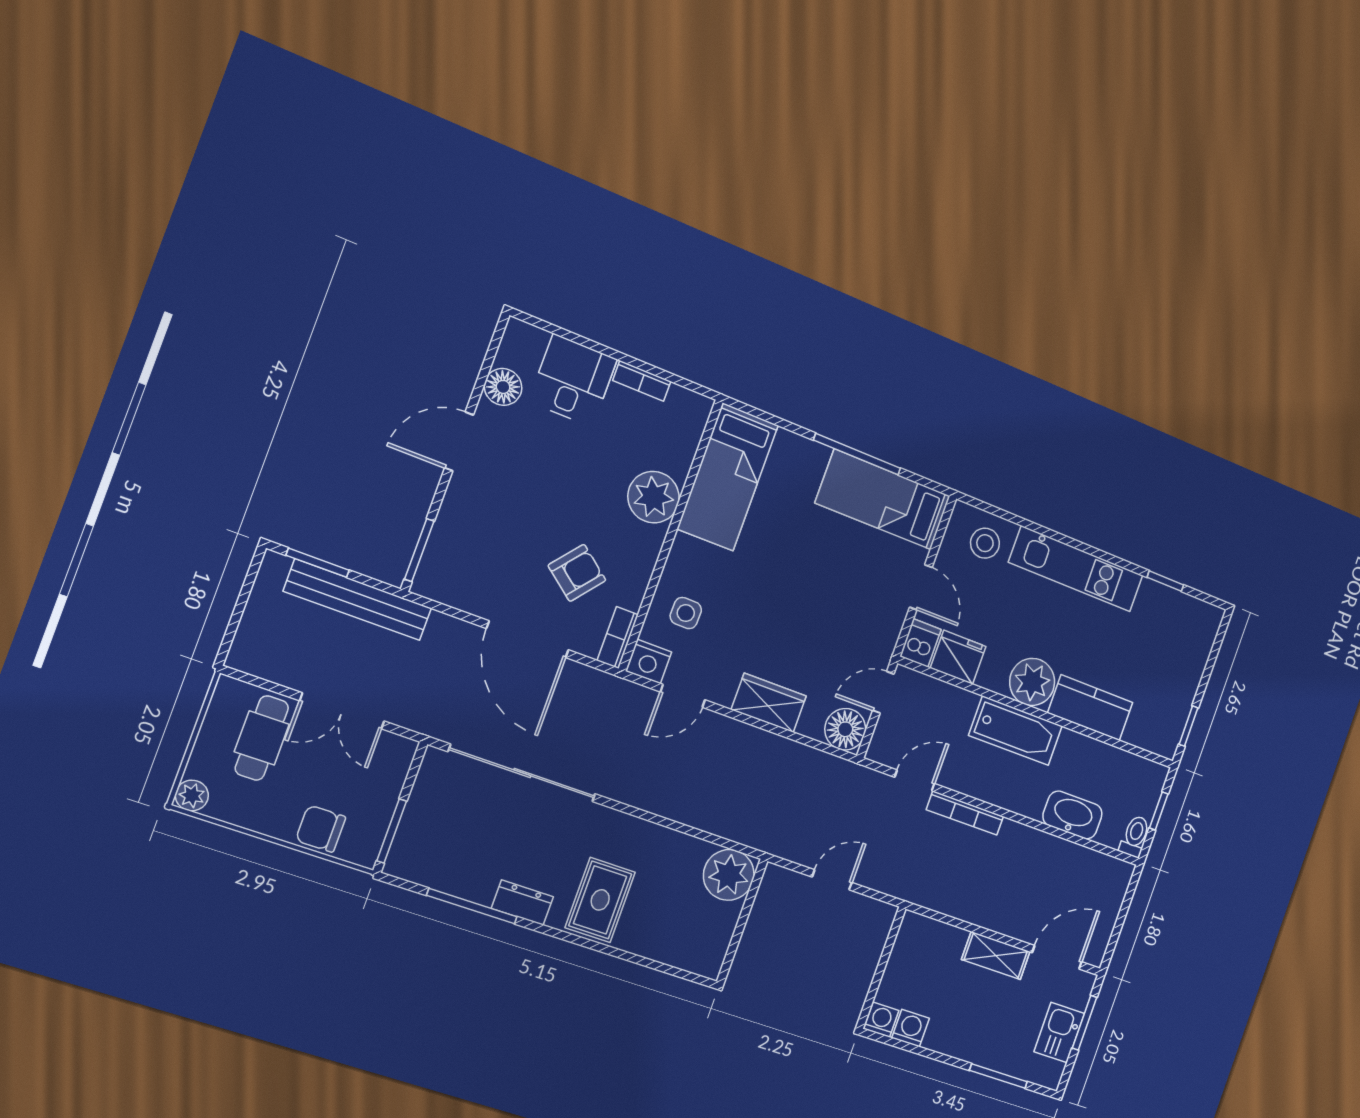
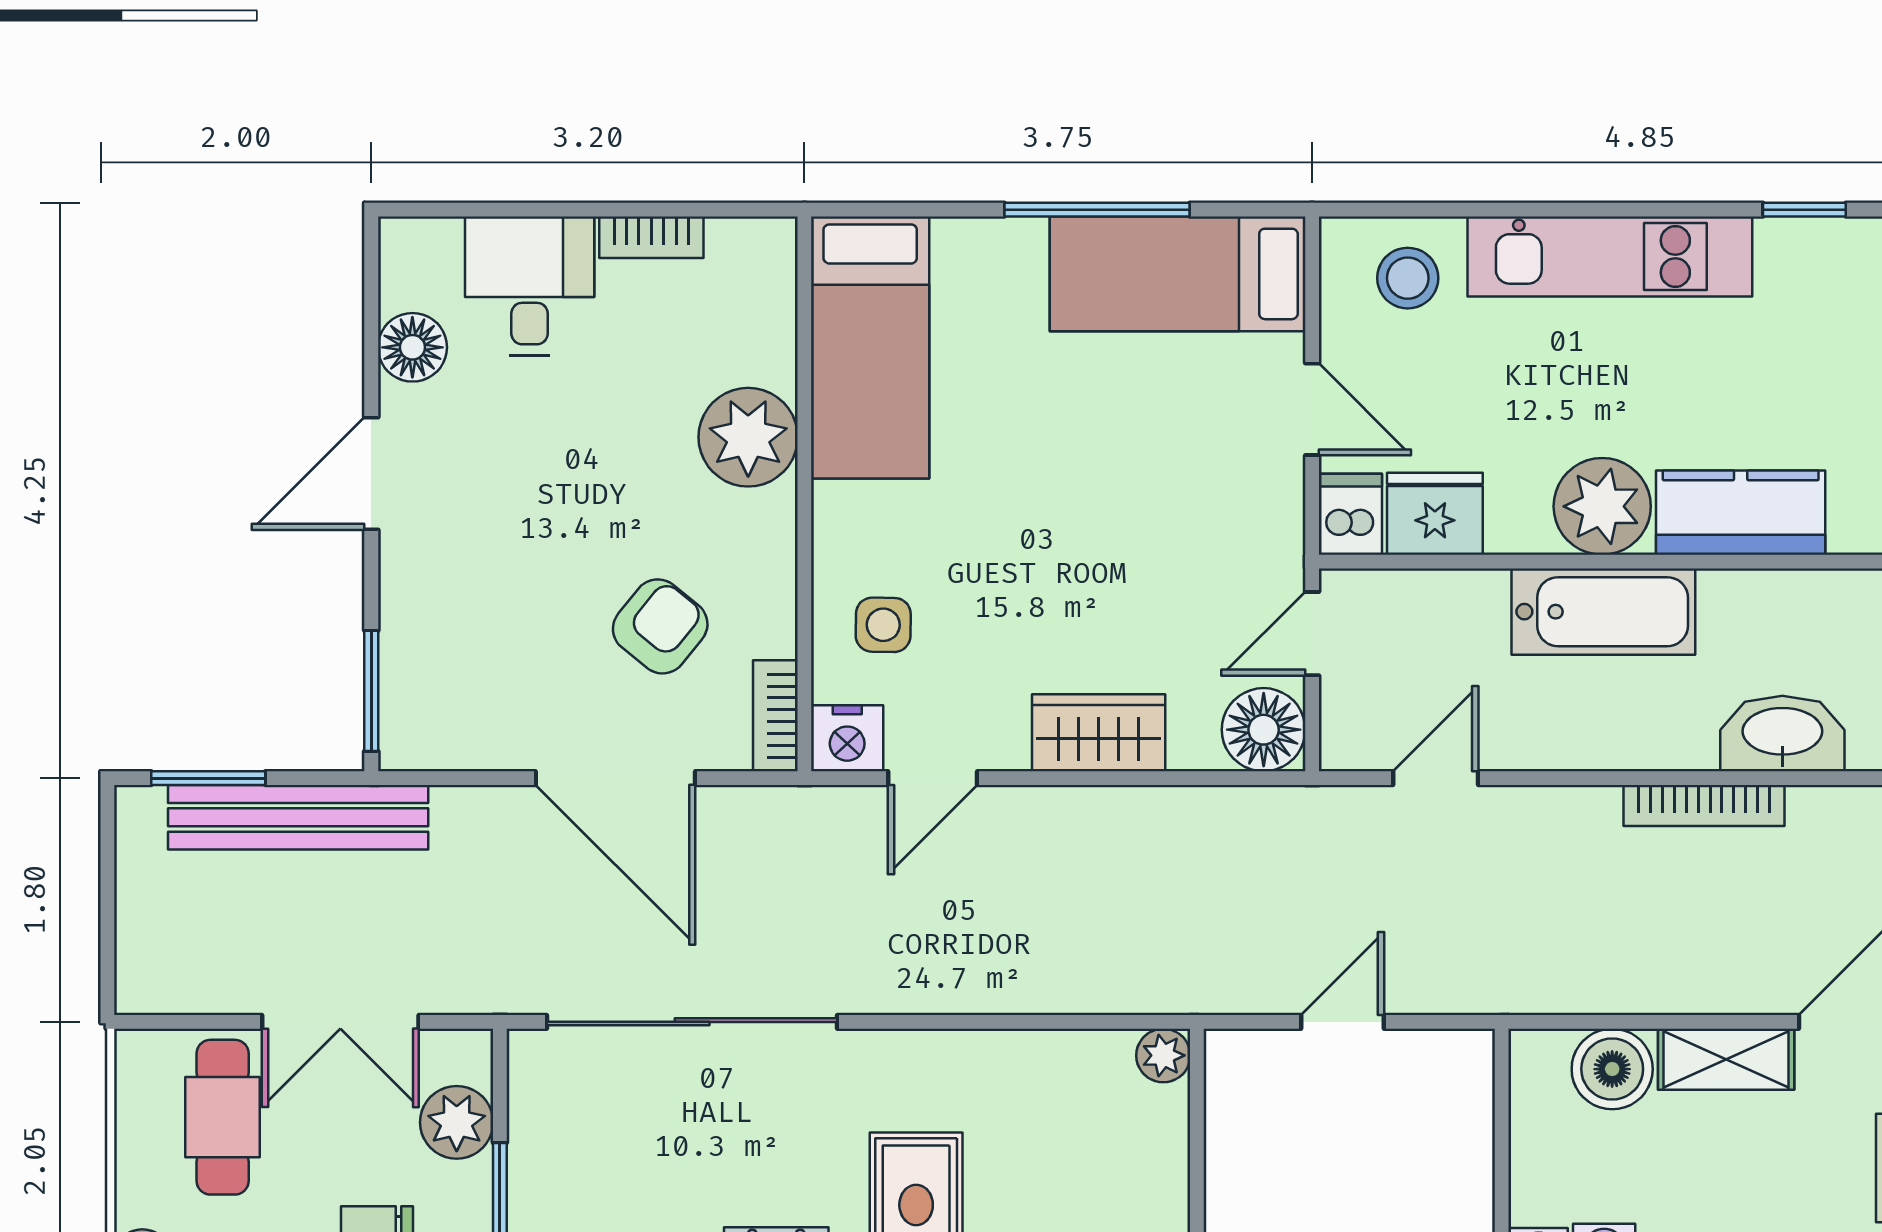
plant: (384, 782) -> (457, 1122), added
bookcase: (965, 813) -> (1704, 806), moved
plant: (729, 875) -> (1163, 1055), width x0.53, depth x0.53
boiler: (945, 943) -> (1612, 1069), added

